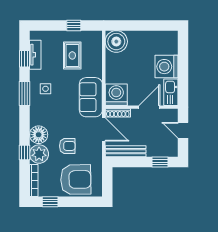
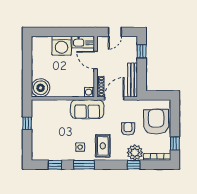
tv unit: (35, 55) -> (52, 156), removed
rug: (72, 55) -> (103, 146), moved, turned 90
washing machine: (116, 95) -> (89, 92), width x0.53, depth x0.53
floor lamp: (39, 135) -> (119, 153), removed

